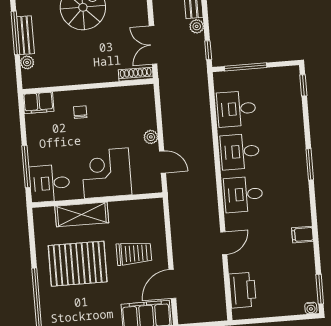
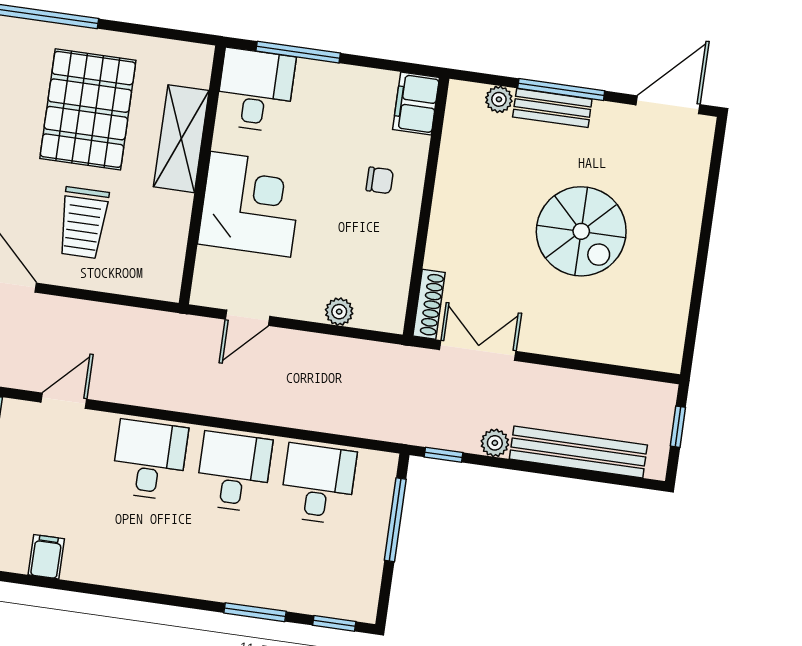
plant: (151, 137) -> (339, 312), moved
window: (310, 164) -> (255, 612), moved
door: (224, 243) -> (64, 401), swing flipped

